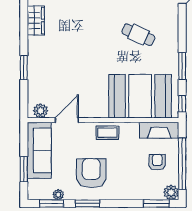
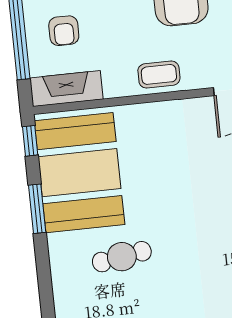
cafe table: (138, 35) -> (122, 257), turned -33
booth: (140, 96) -> (79, 173), moved, turned 90

